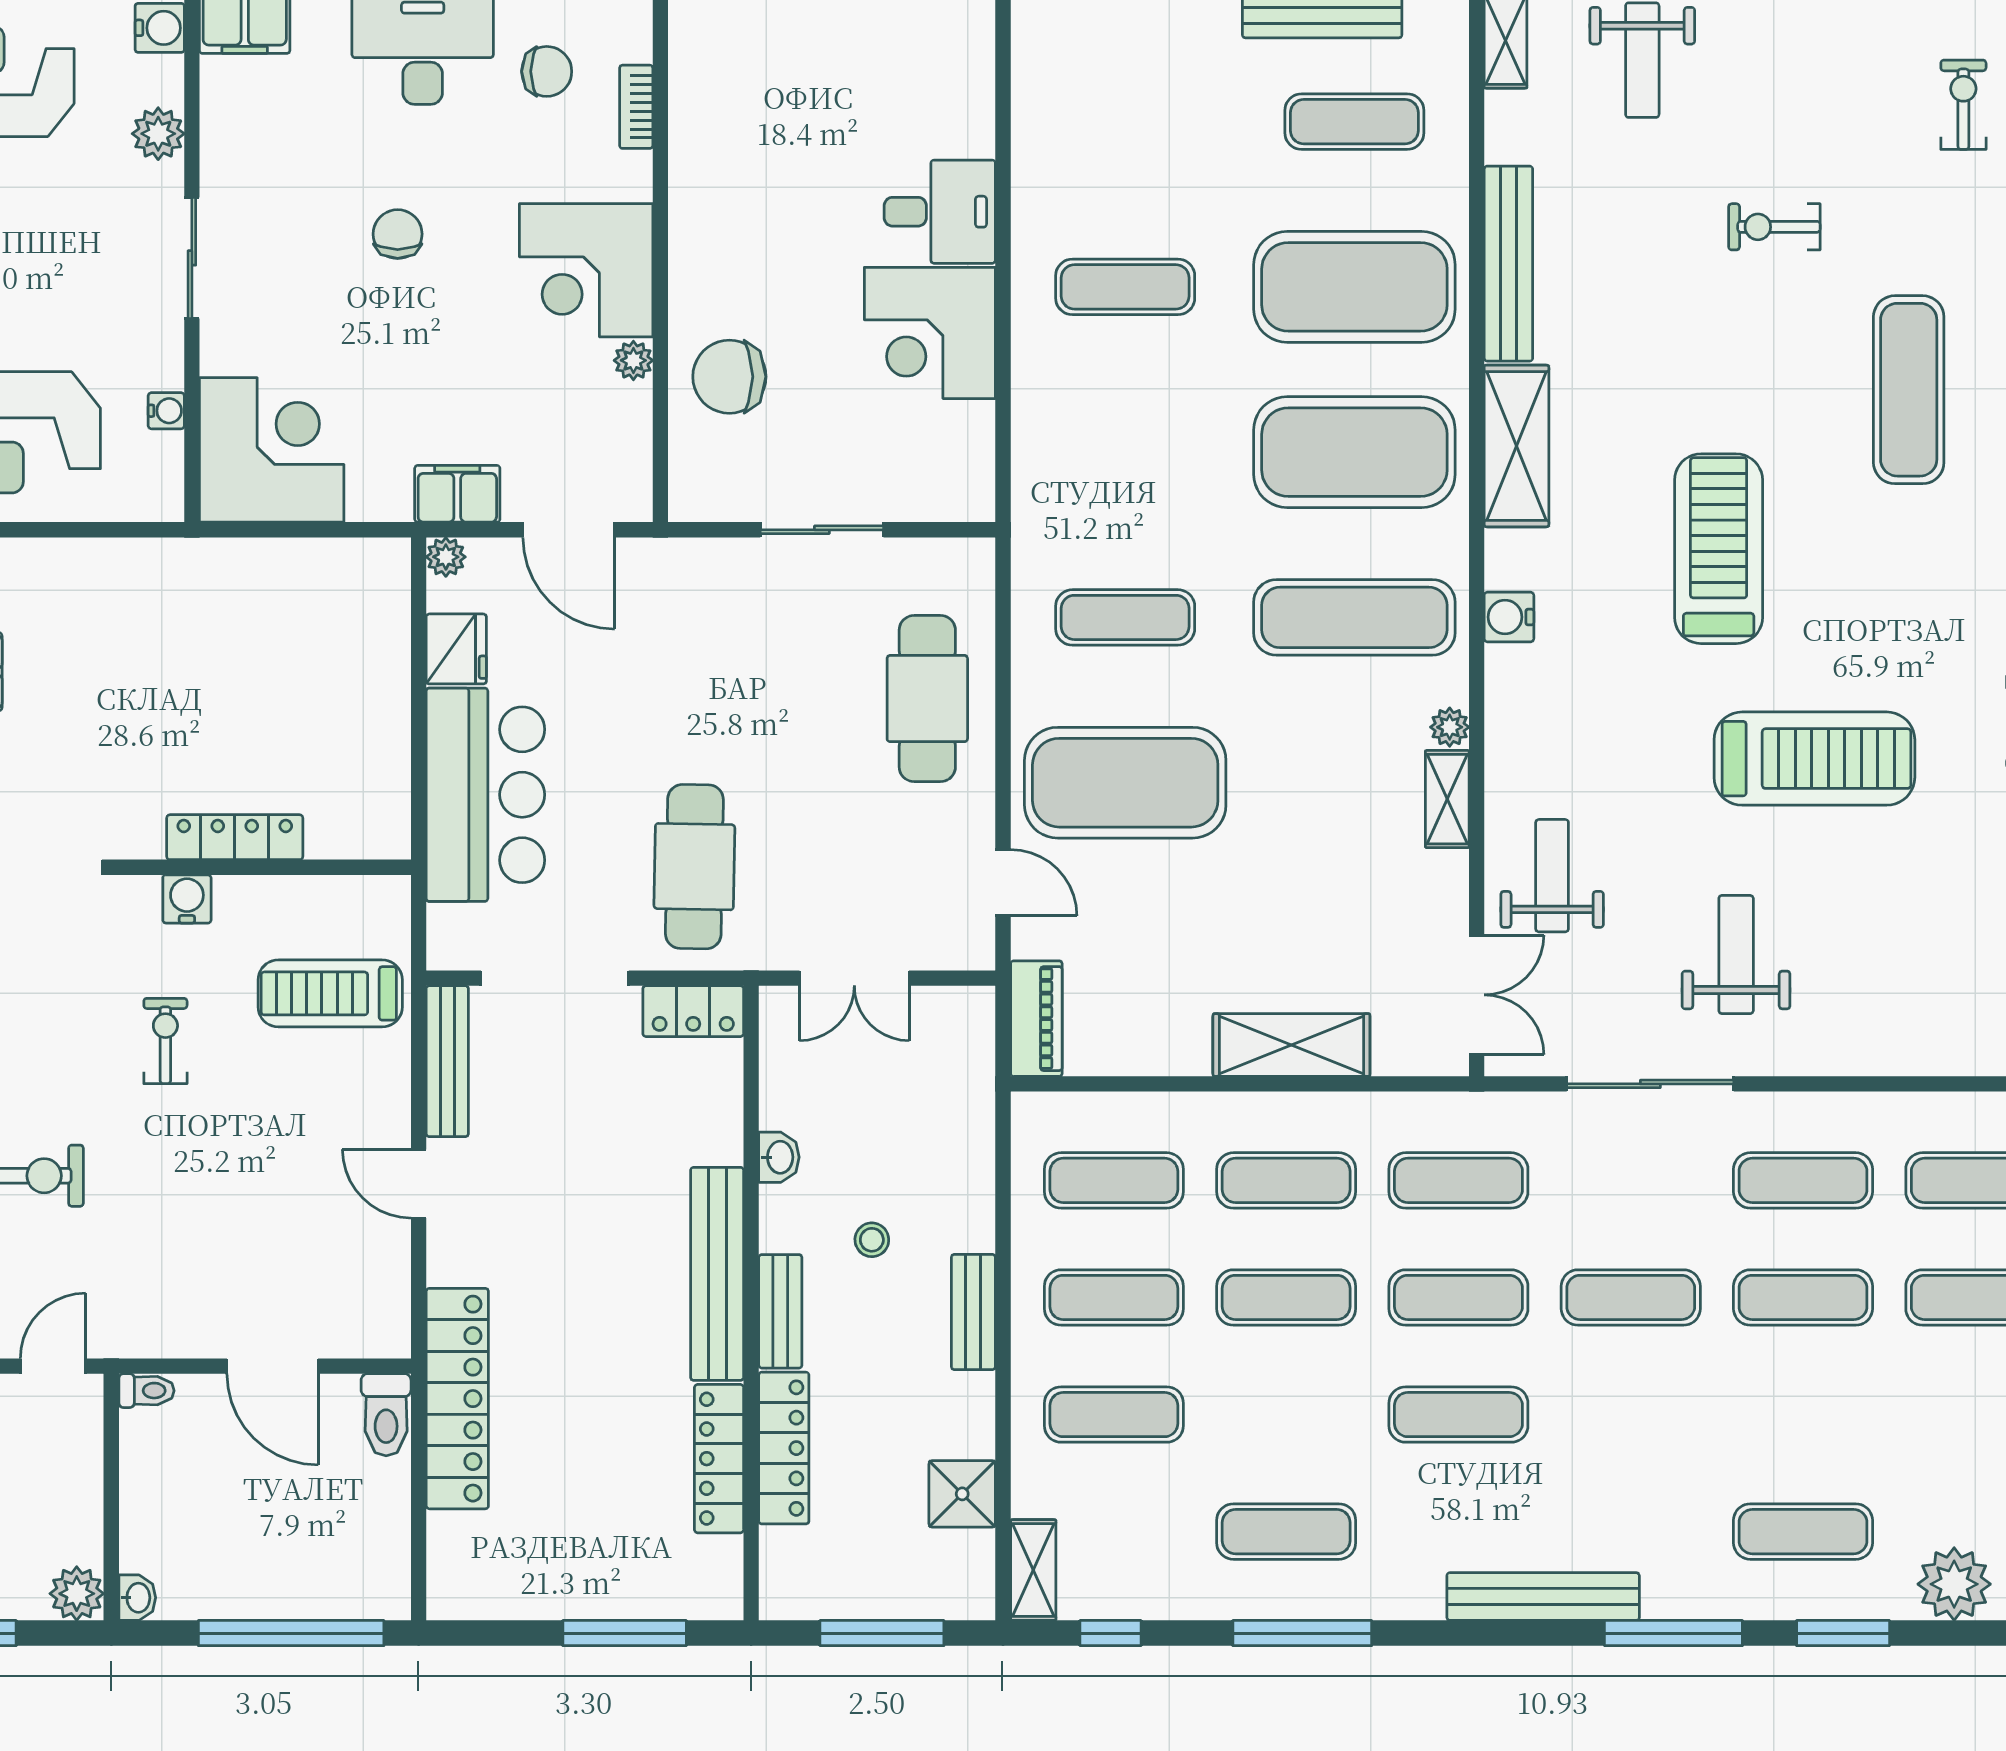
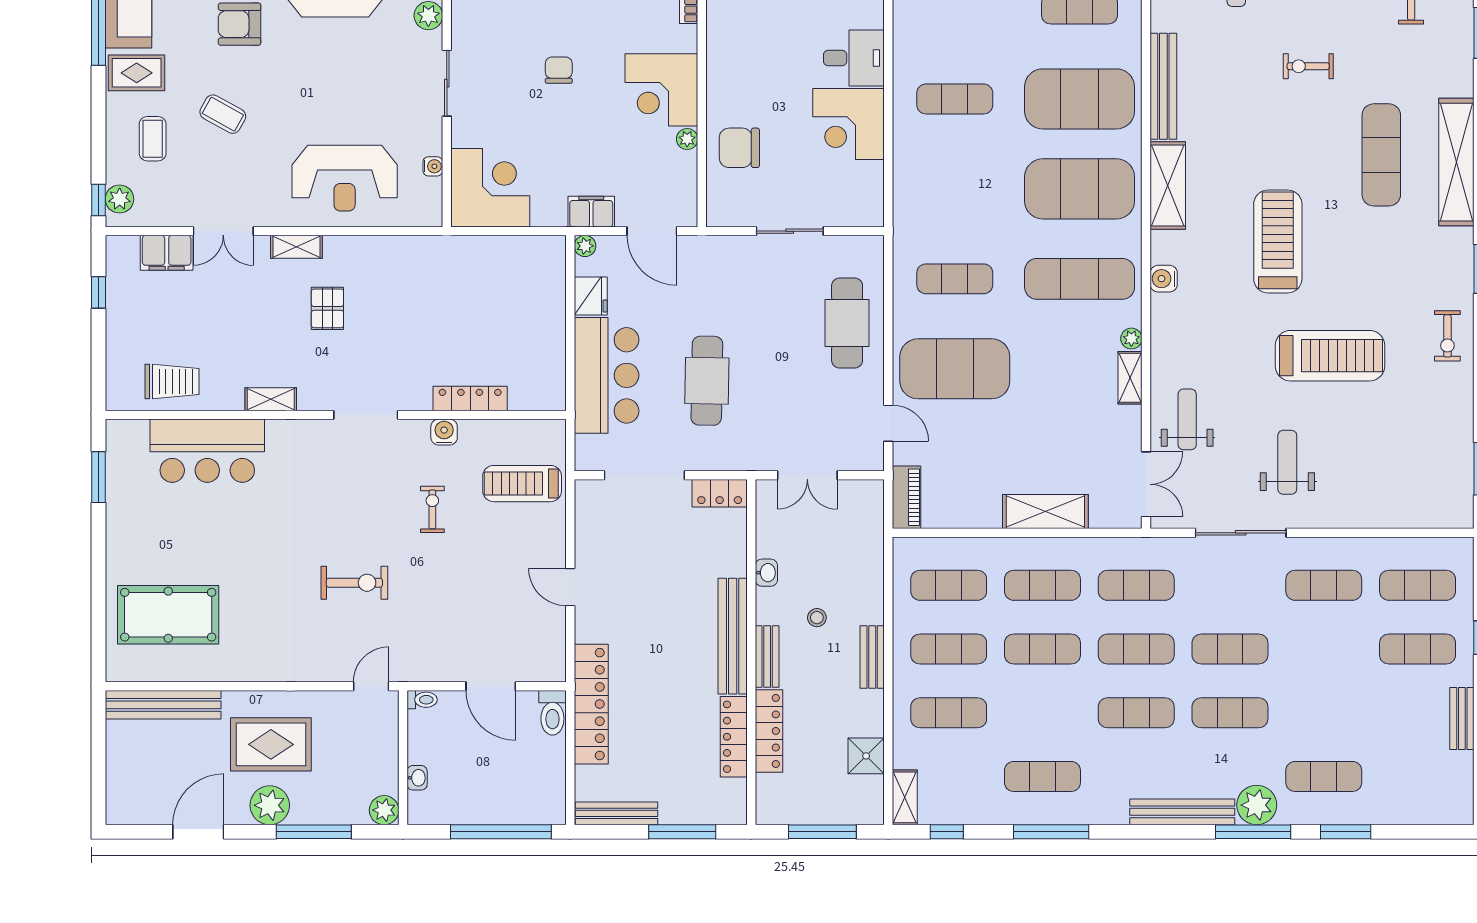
cafe table: (694, 867) -> (707, 381), moved
bench: (447, 1061) -> (617, 813), moved, turned 90
exercise mat: (1803, 1297) -> (1230, 713), moved
plant: (1954, 1584) -> (1257, 805), moved
washbasin: (137, 1598) -> (417, 778), moved

